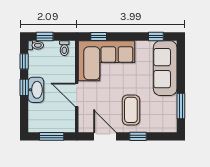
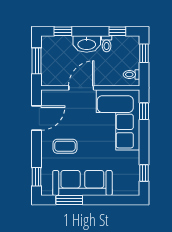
toilet: (36, 45) -> (107, 44), moved
sofa: (165, 68) -> (82, 183), moved
window: (24, 87) -> (63, 31), moved
coffee table: (131, 110) -> (65, 146), width x0.73, depth x0.77
window: (138, 136) -> (37, 177), moved

